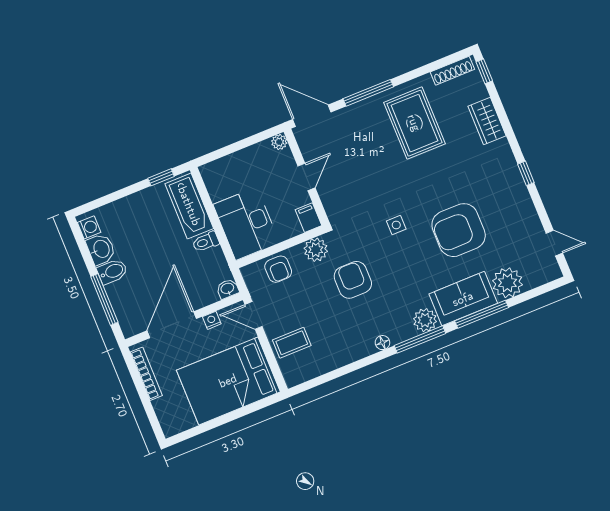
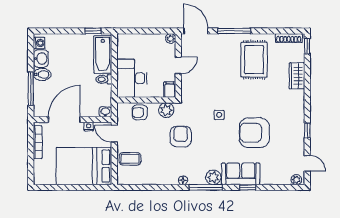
window: (526, 173) -> (307, 130), moved
armchair: (278, 269) -> (140, 112), turned 90
plant: (507, 283) -> (296, 180), moved, width x0.53, depth x0.53
window: (482, 314) -> (248, 187), width x0.46

